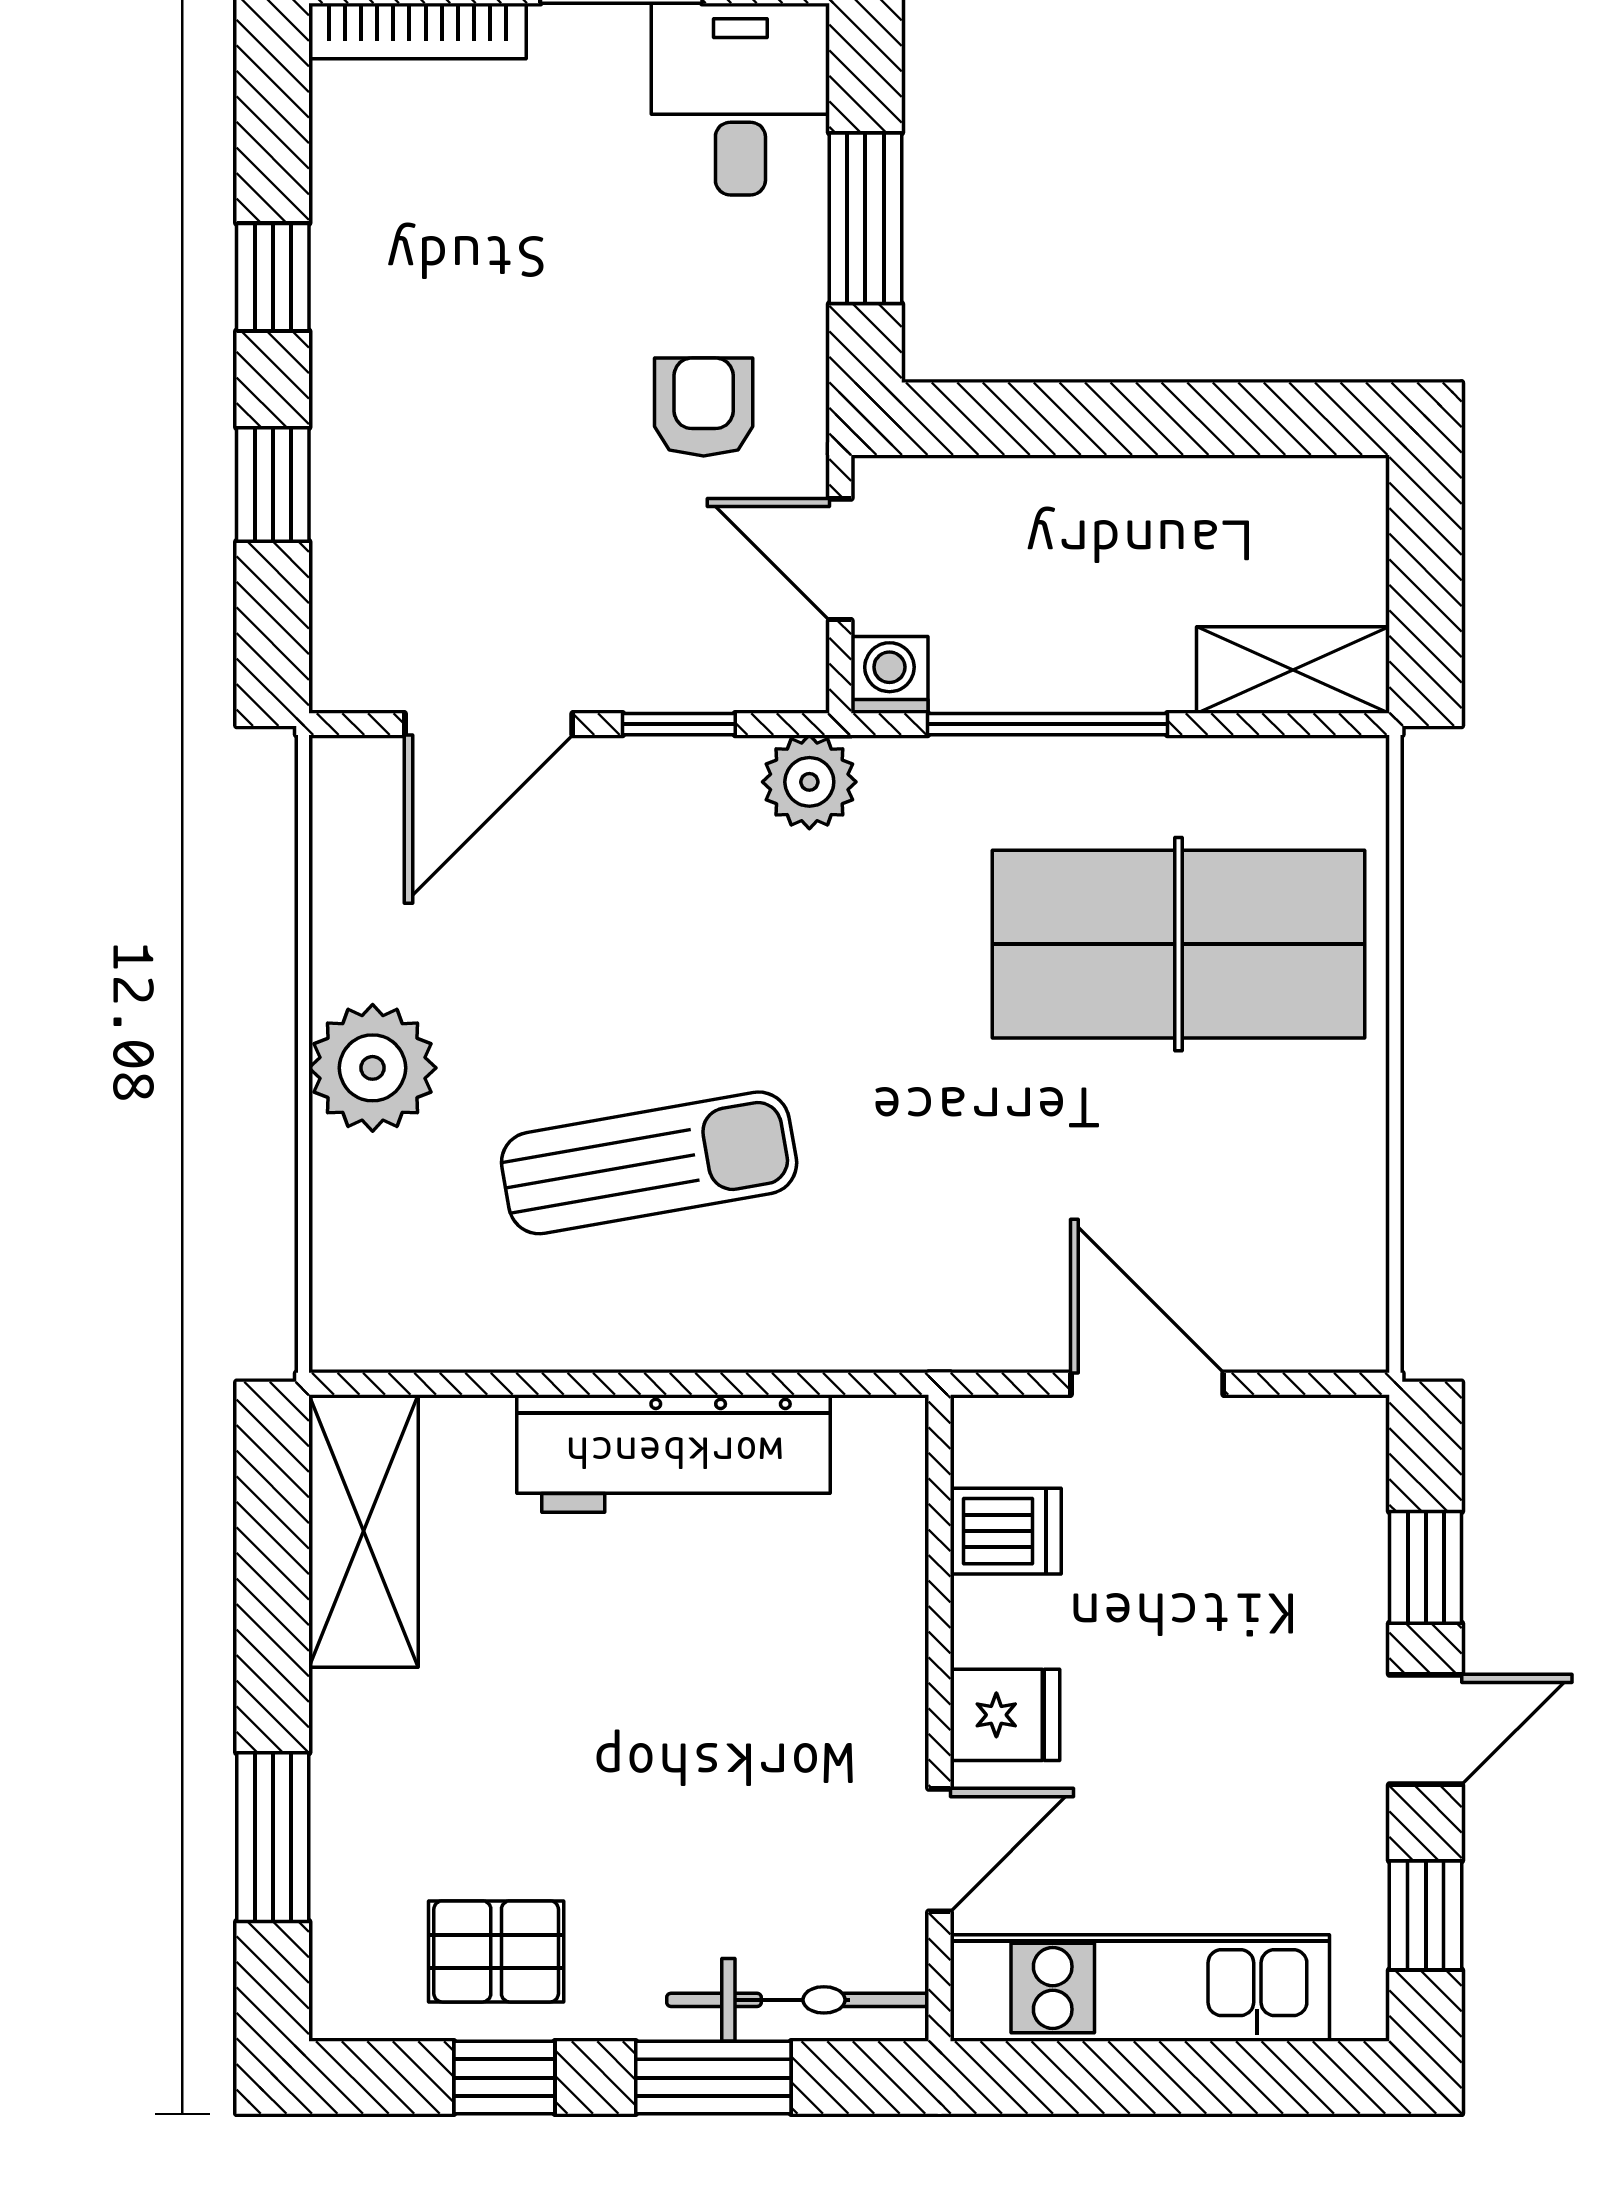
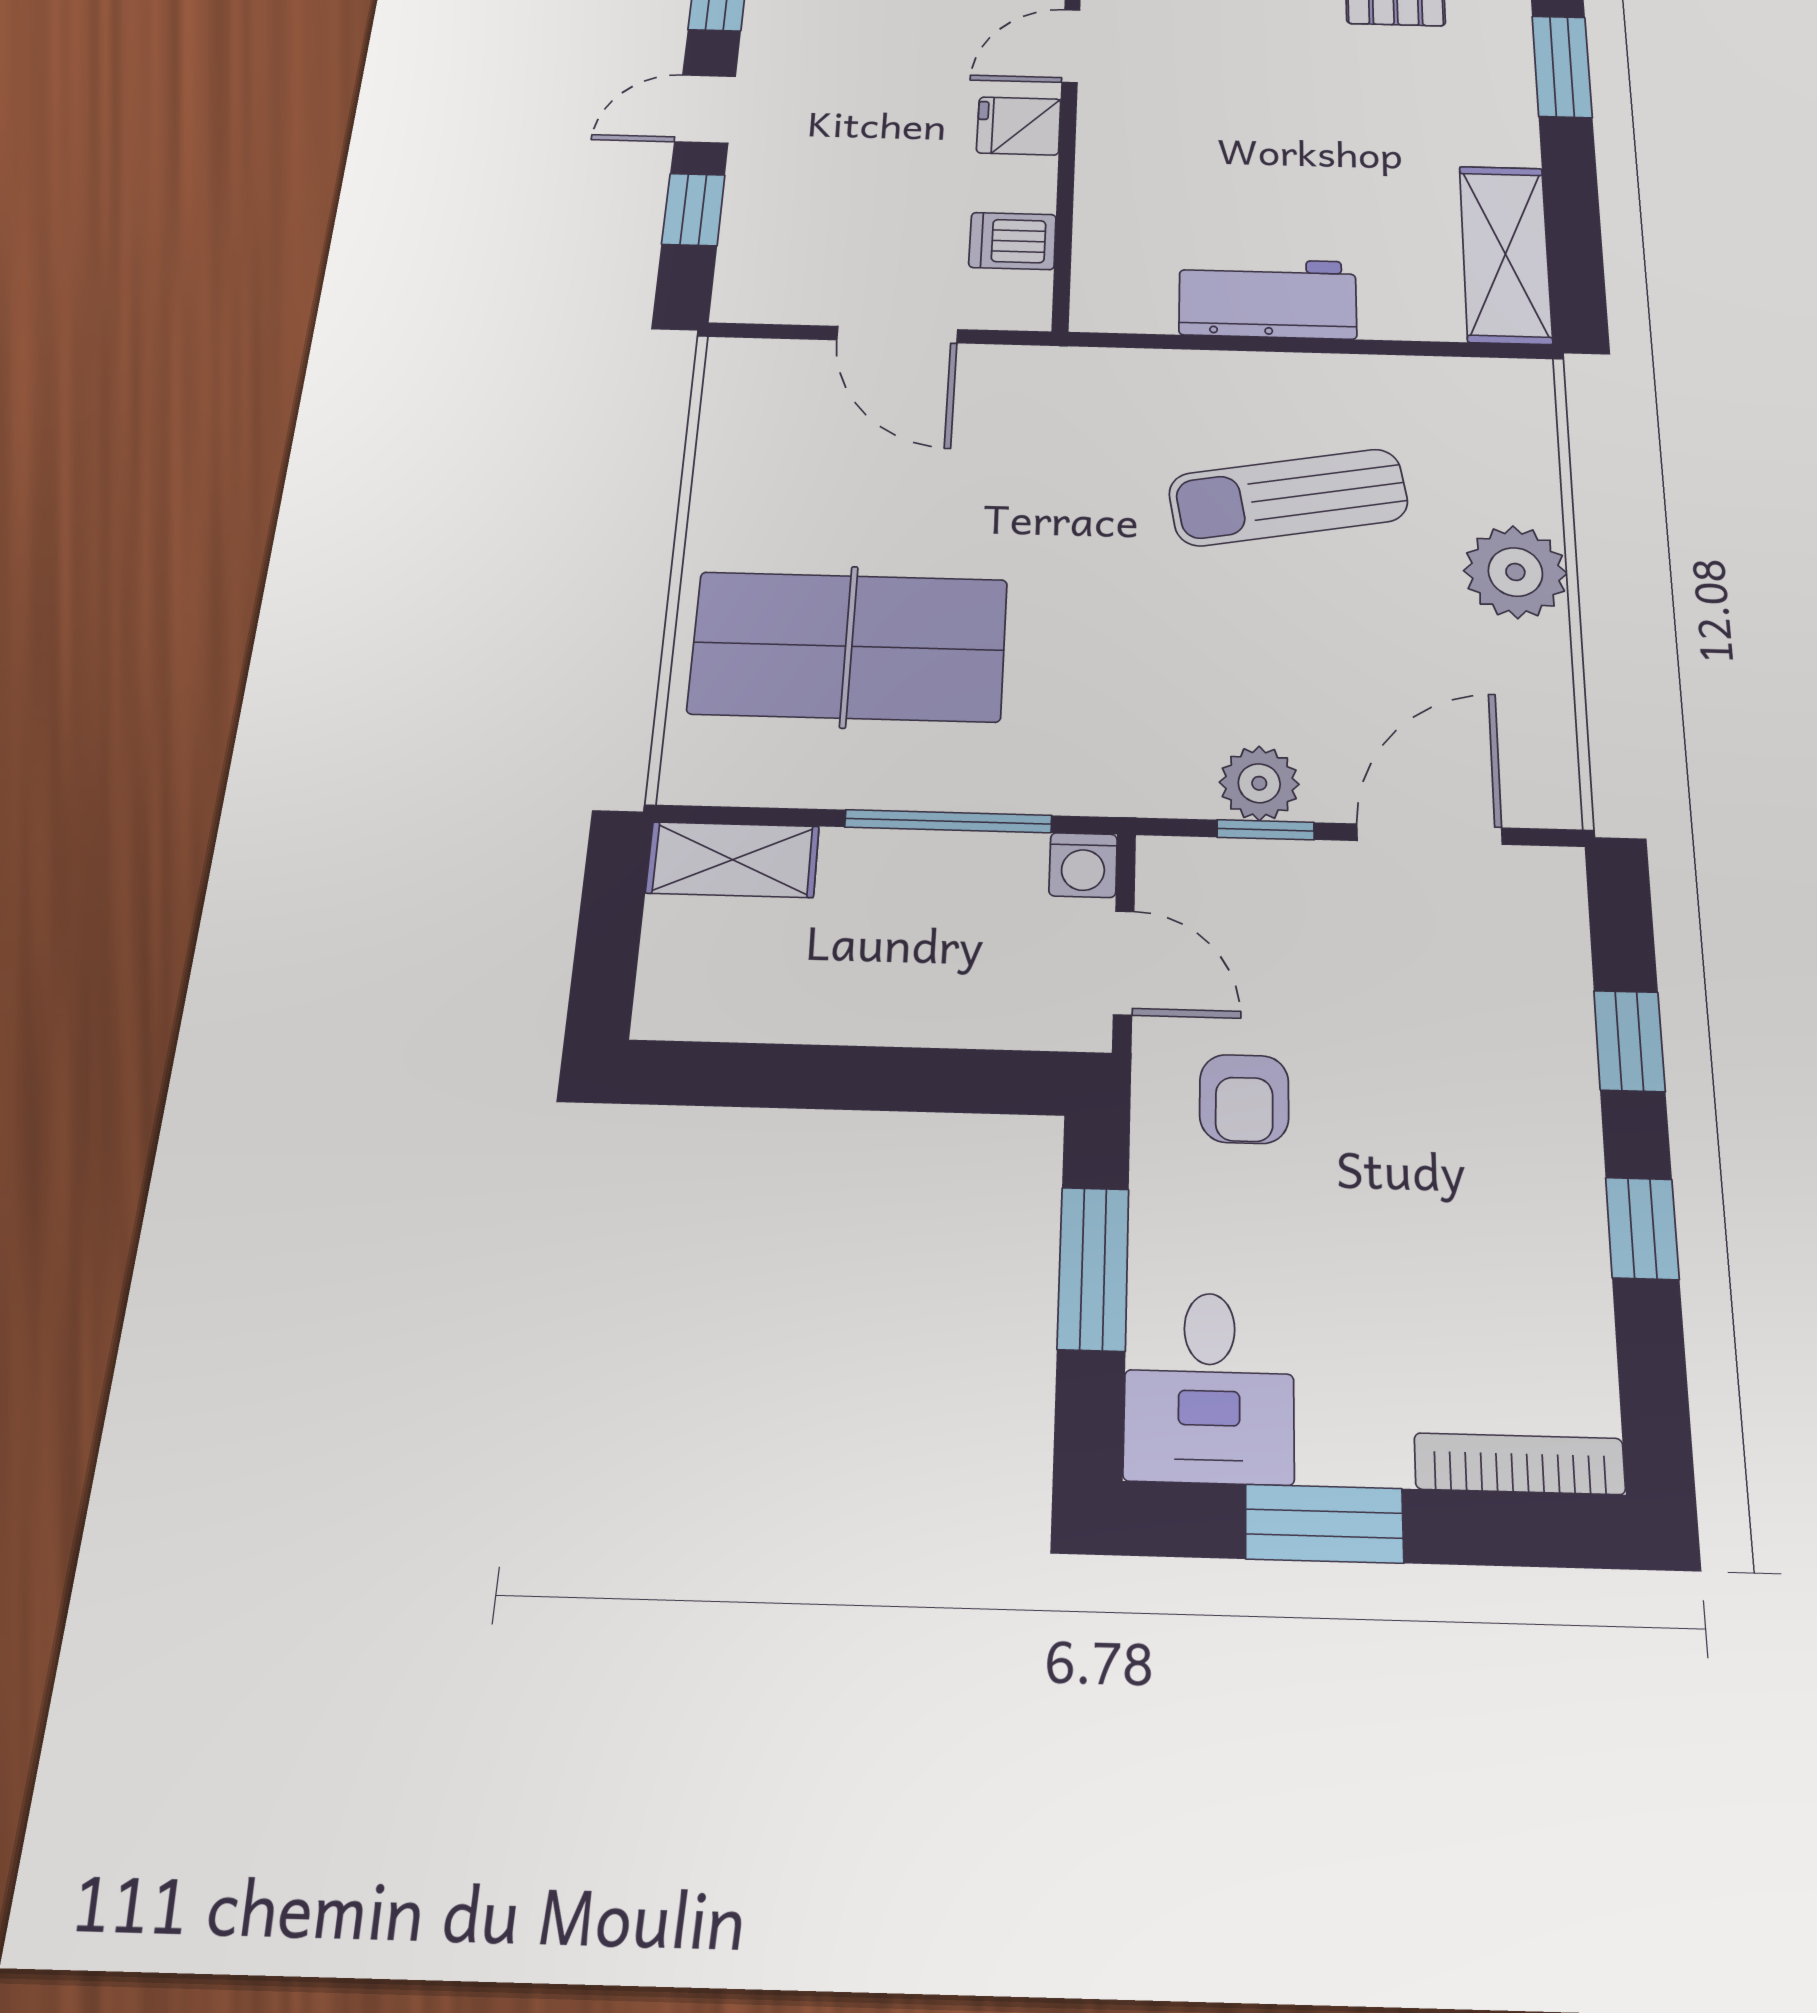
plant: (809, 782) -> (1259, 783), moved
workbench: (674, 1453) -> (1268, 298), width x0.73

